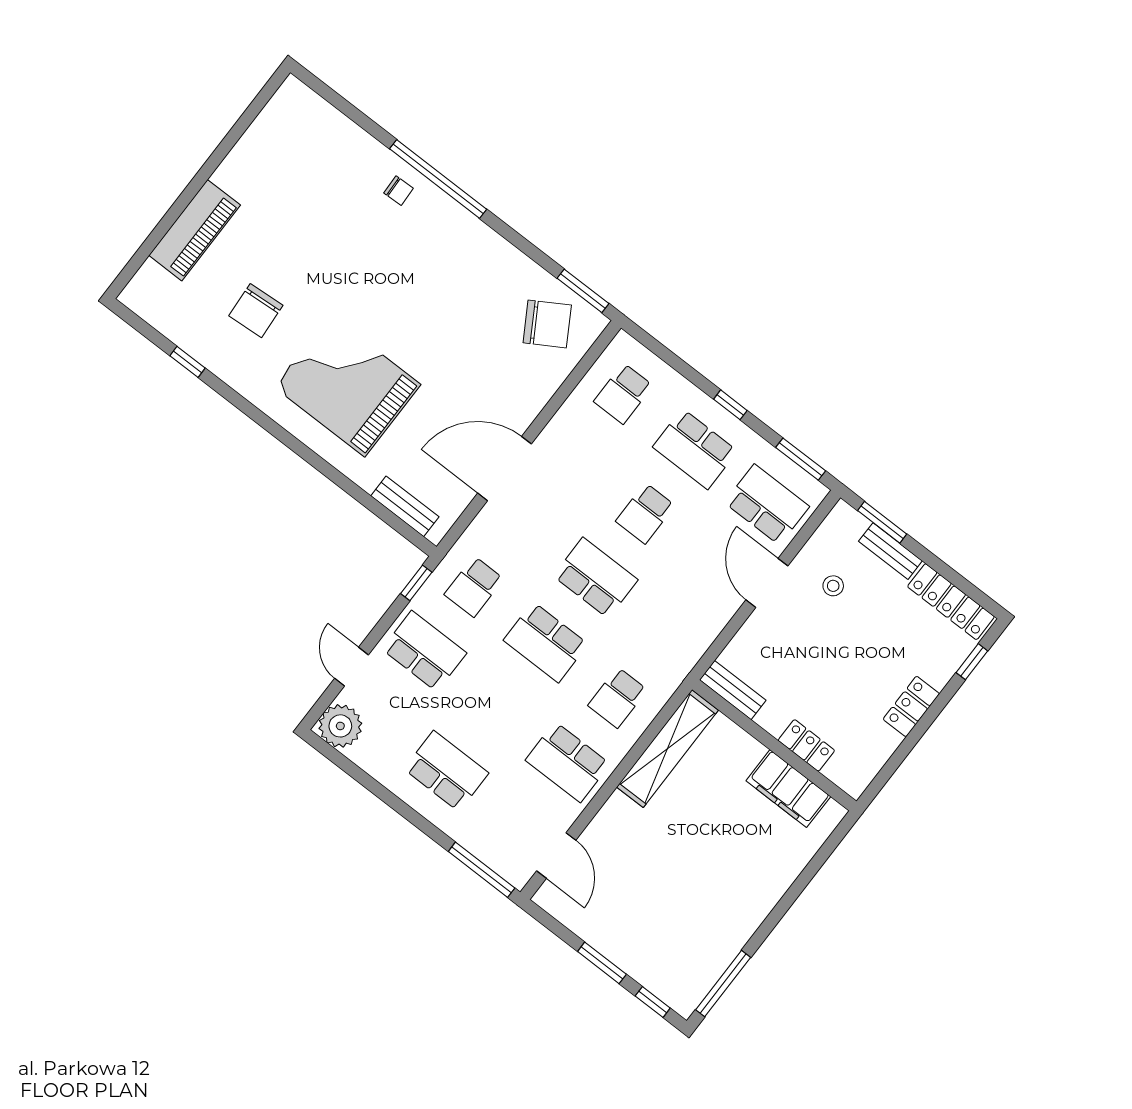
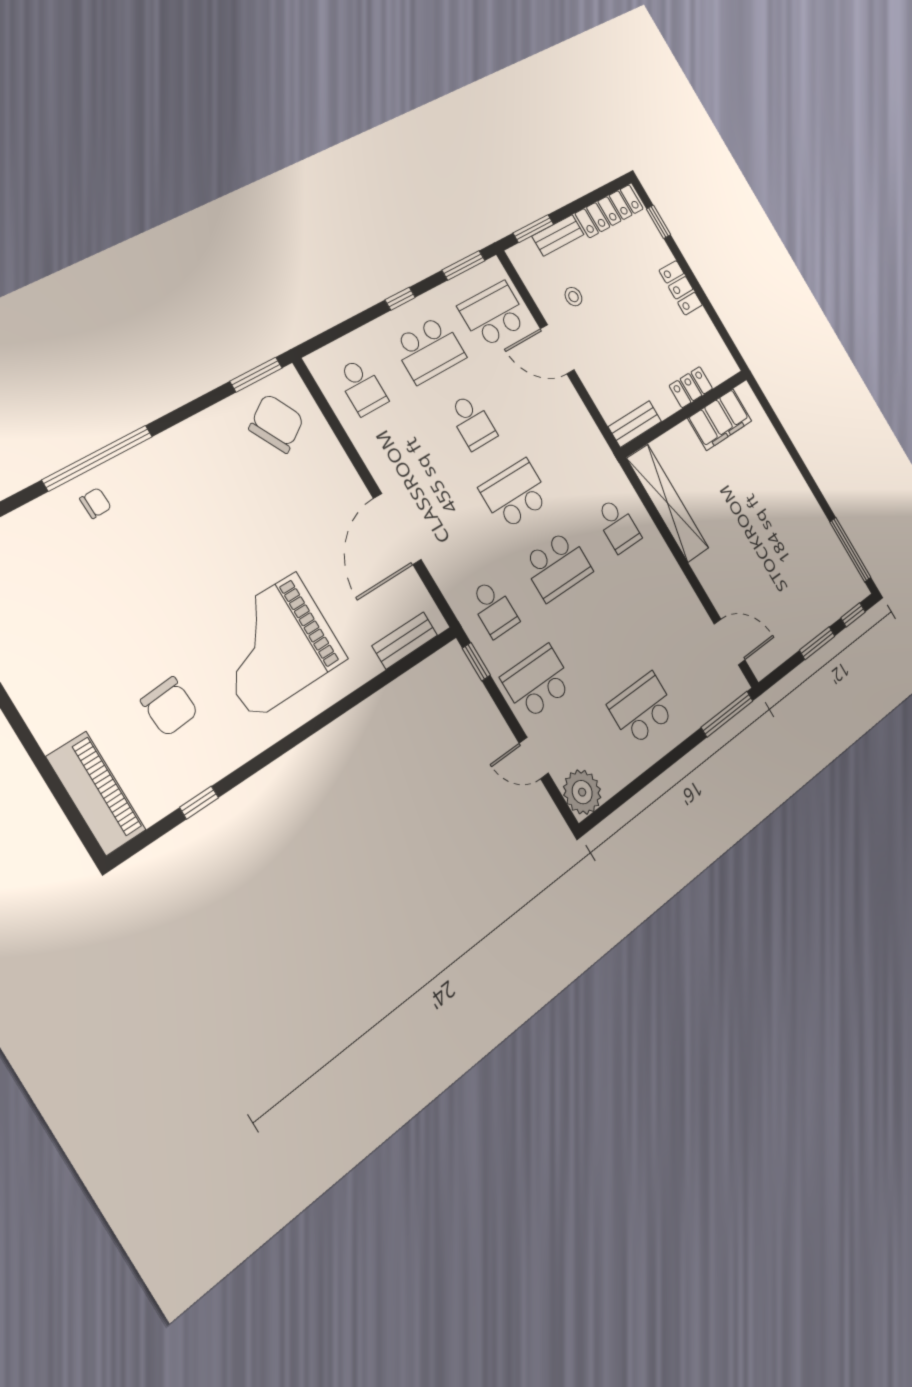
piano: (195, 230) -> (96, 793), moved
school desk: (568, 762) -> (659, 595), removed

